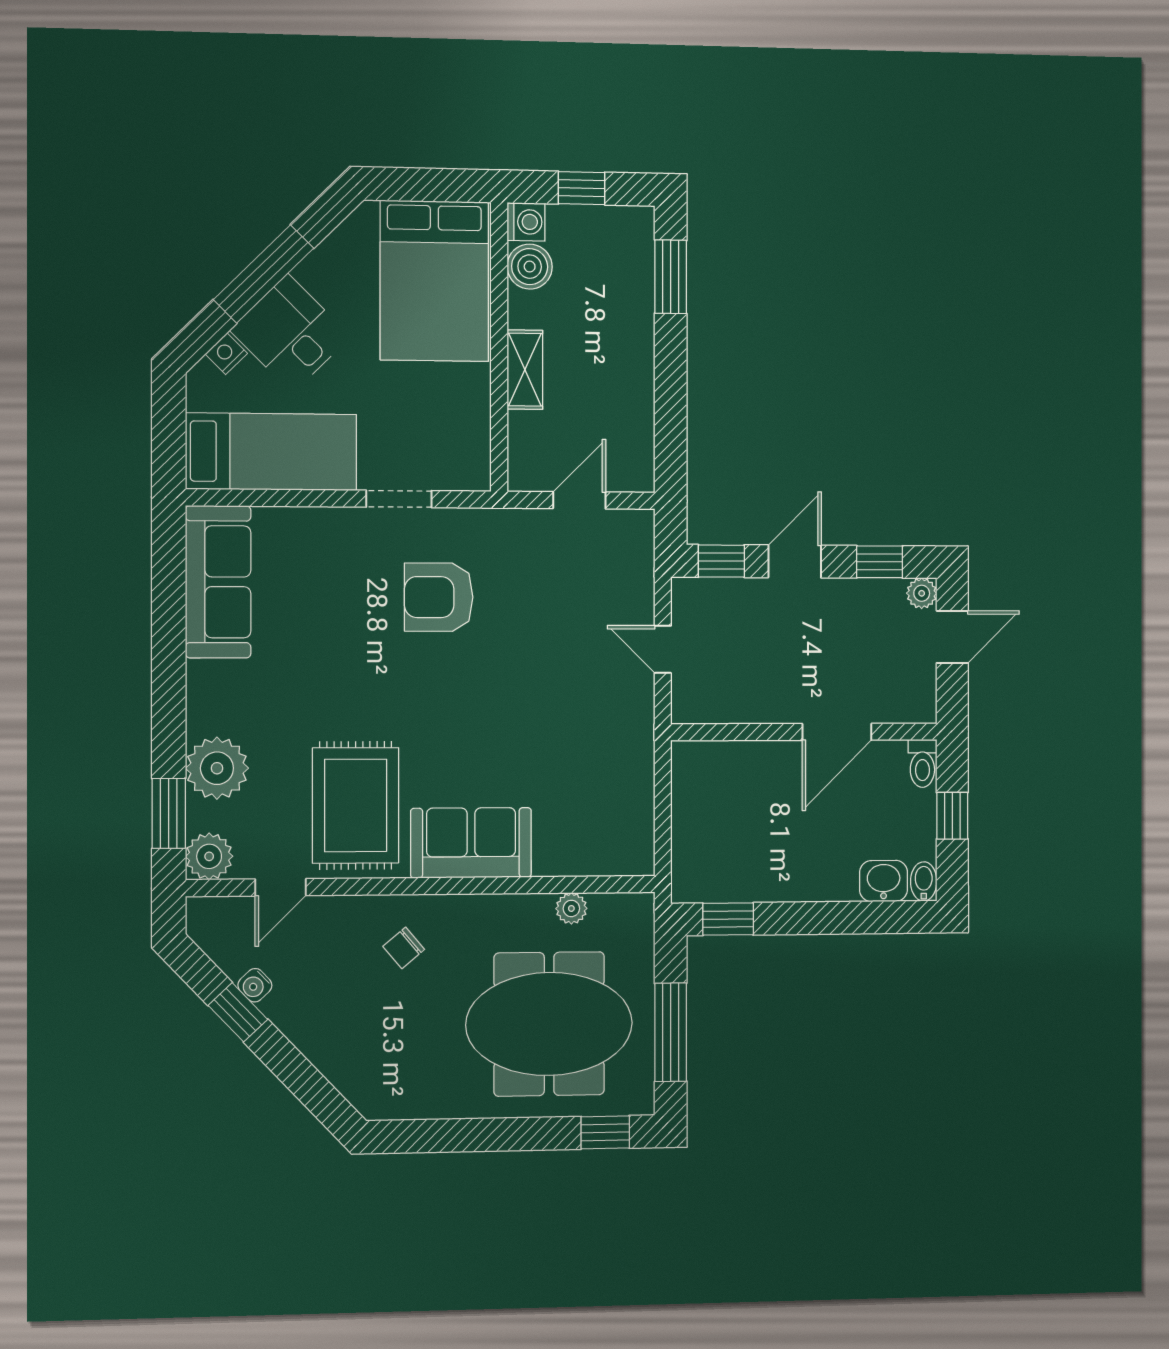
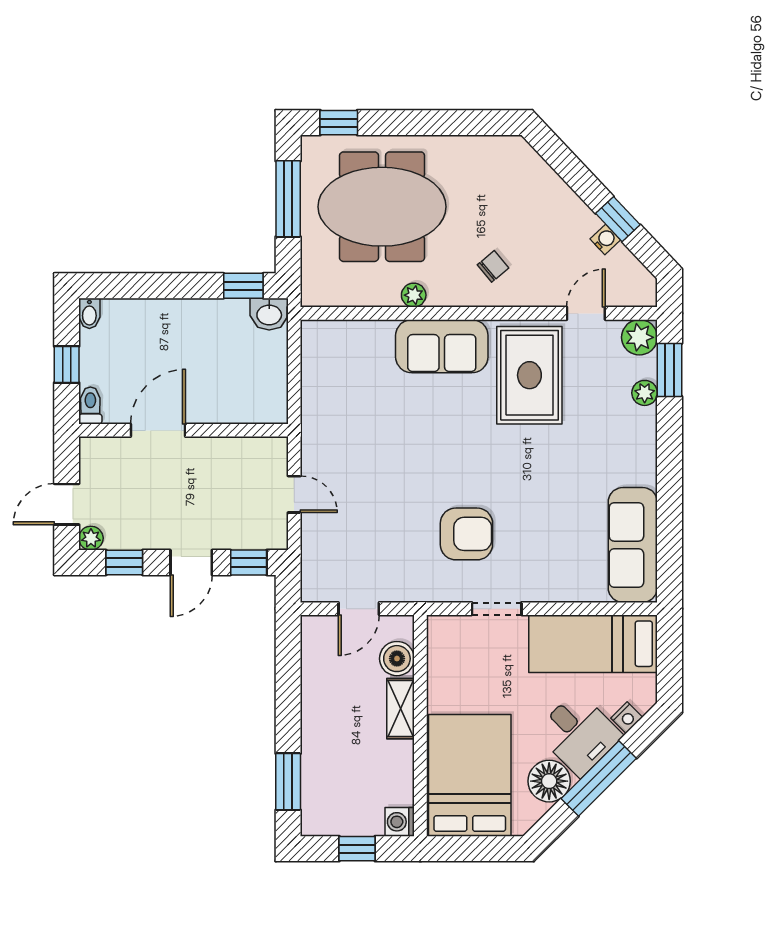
boiler: (530, 267) -> (397, 659), moved
floor lamp: (330, 272) -> (549, 781), added
plant: (217, 768) -> (645, 393), width x0.53, depth x0.53
washbasin: (884, 881) -> (269, 314), moved
plant: (571, 908) -> (414, 295), moved

